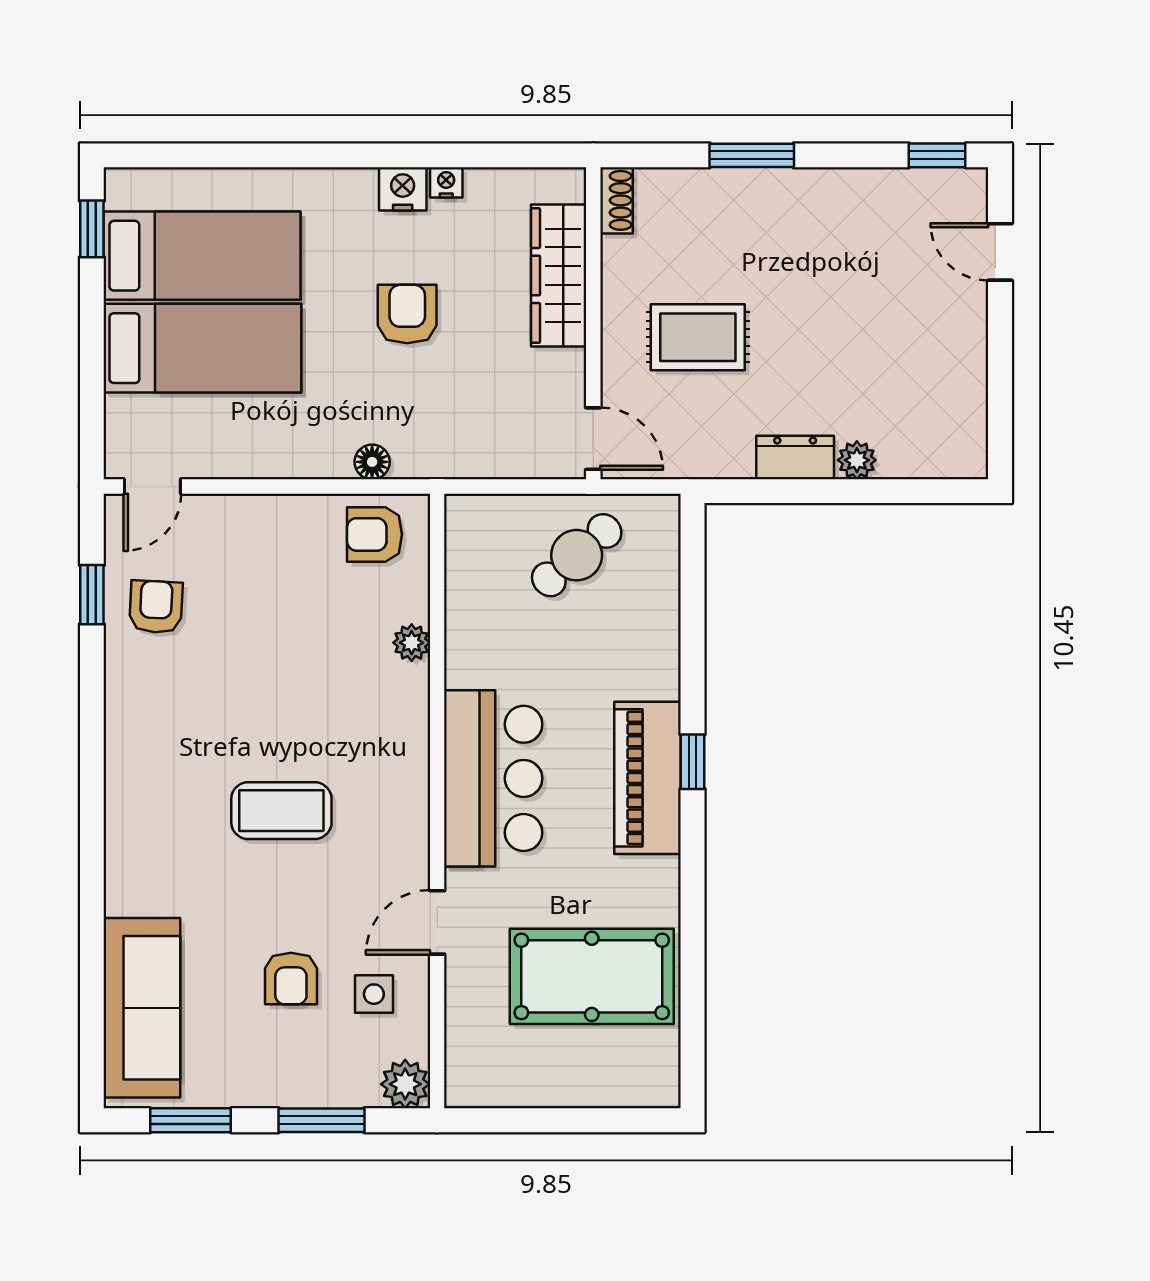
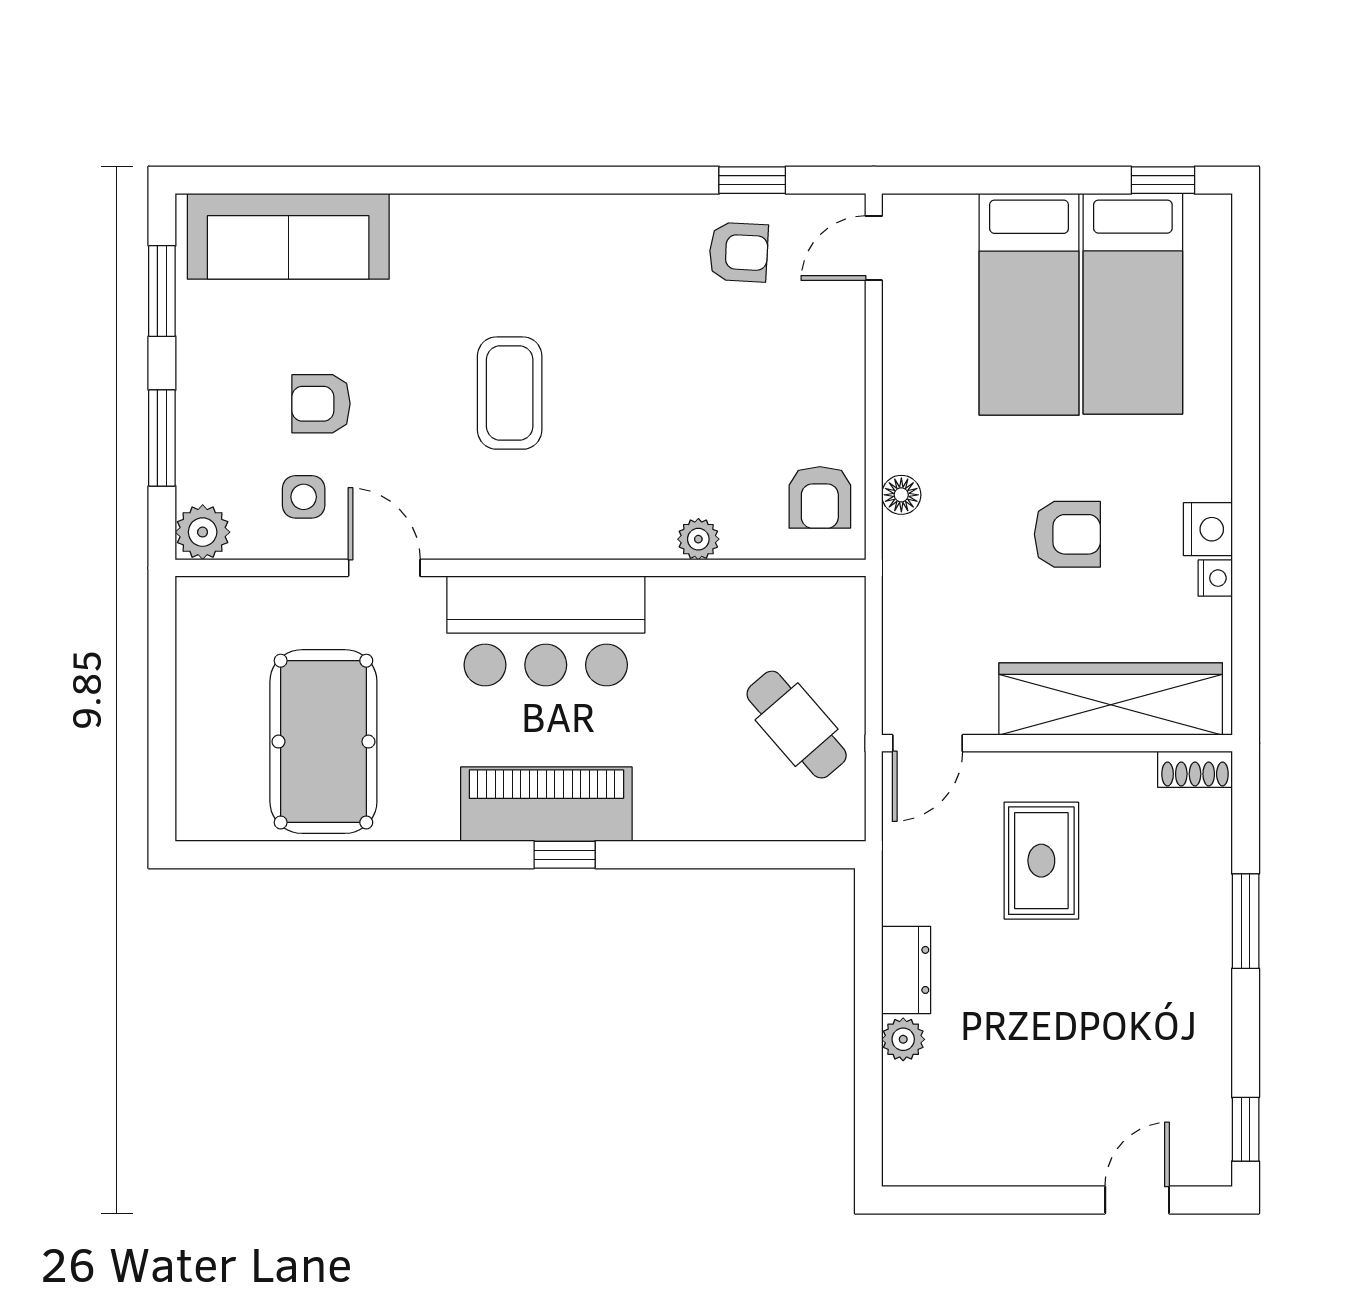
wardrobe: (559, 275) -> (1111, 699), width x1.40, depth x1.17
door: (152, 486) -> (874, 248), hinge flipped
armchair: (374, 534) -> (820, 497), turned 180

